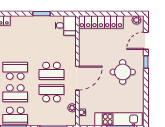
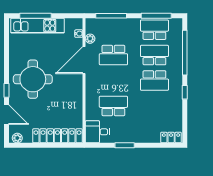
door: (146, 41) -> (7, 115), hinge flipped
school desk: (51, 71) -> (113, 106), moved
round table: (123, 72) -> (33, 79), width x1.36, depth x1.36
door: (77, 78) -> (84, 60), moved

